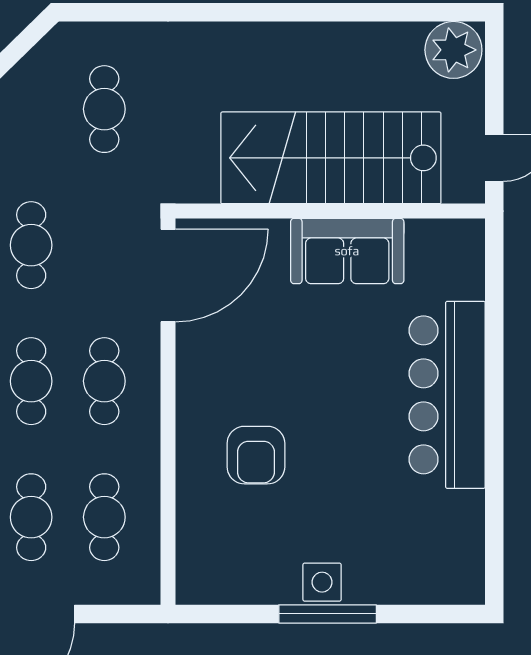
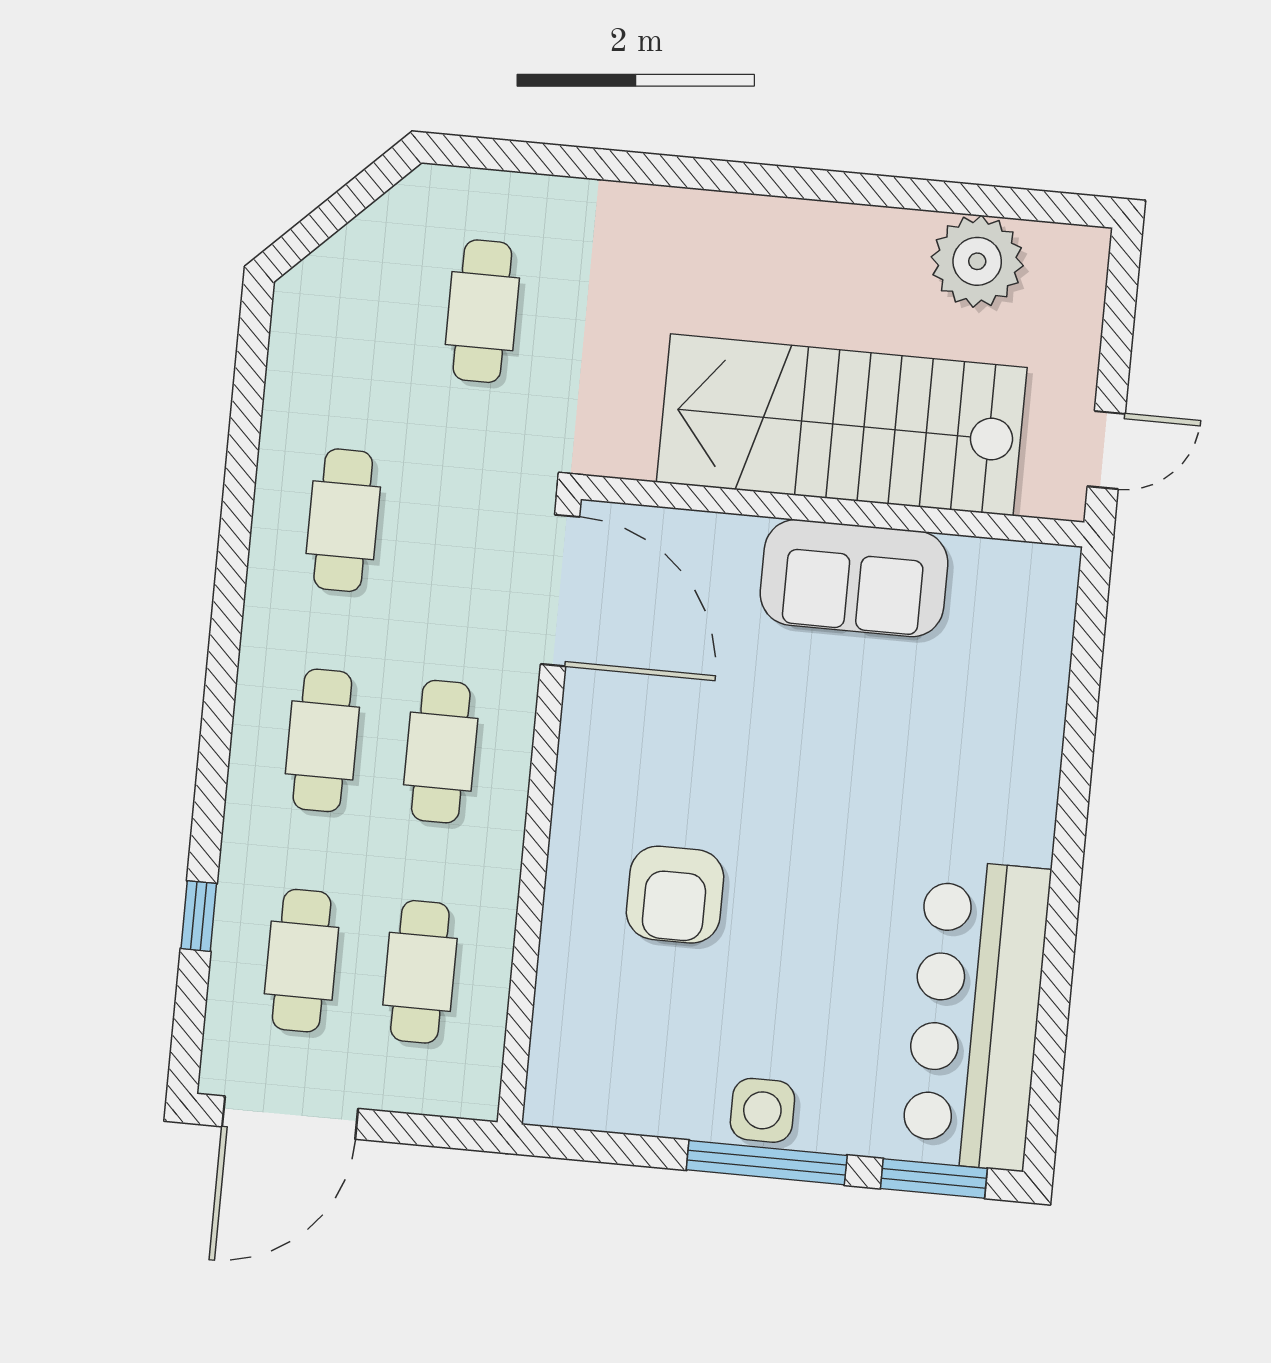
plant: (453, 50) -> (977, 261), moved
door: (168, 276) -> (560, 590), hinge flipped
bar counter: (447, 395) -> (976, 1015), moved
window: (431, 614) -> (934, 1178), added

